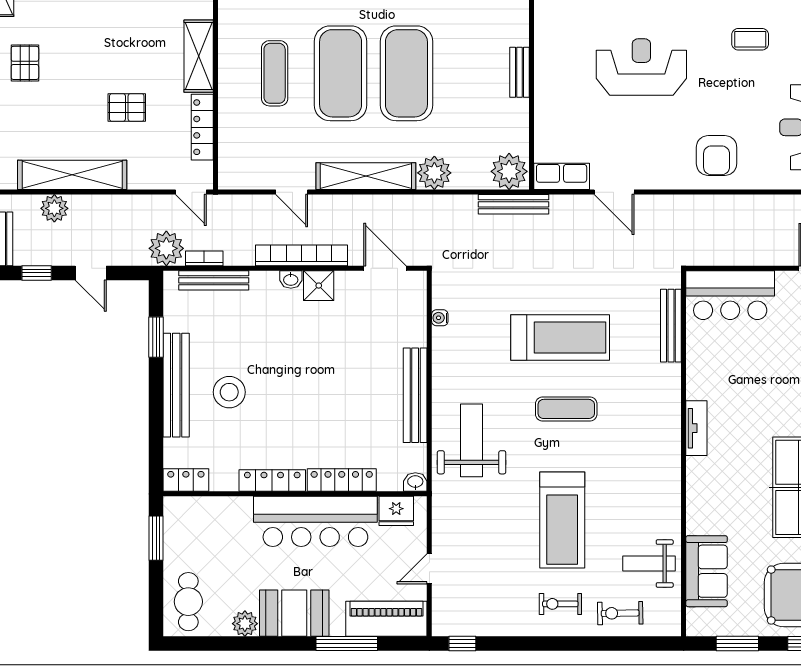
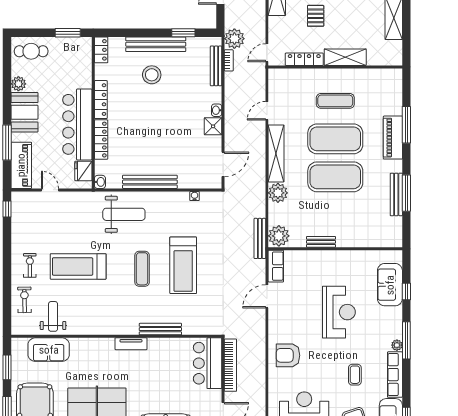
bench: (520, 72) -> (321, 242), moved
bookcase: (301, 255) -> (230, 365), moved
bench: (671, 326) -> (160, 329), moved

